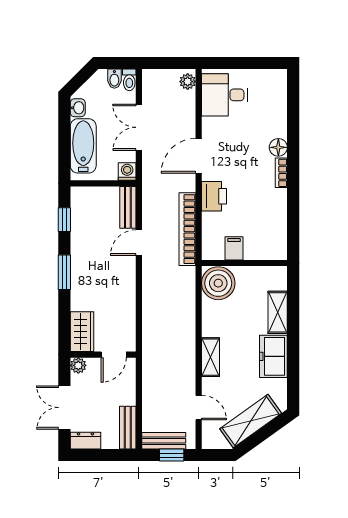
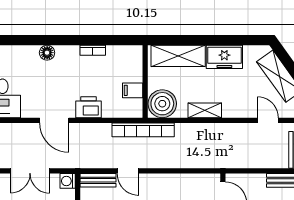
bookcase: (281, 173) -> (93, 50), moved
bookcase: (187, 229) -> (143, 130), moved
shelving: (278, 312) -> (178, 56), width x1.50, depth x1.33
shelving: (210, 357) -> (205, 110), moved
door: (199, 408) -> (268, 120), hinge flipped

